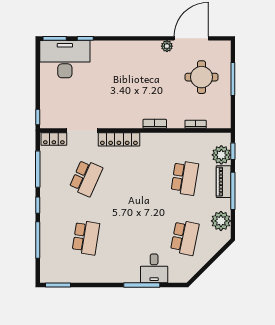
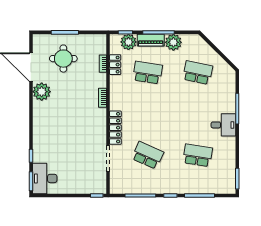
plant: (167, 46) -> (42, 92), width x1.87, depth x1.87
desk: (65, 59) -> (45, 178), width x0.73, depth x0.77
locker: (54, 139) -> (115, 65), moved
plant: (221, 221) -> (173, 42), moved
desk: (154, 268) -> (223, 125), moved

